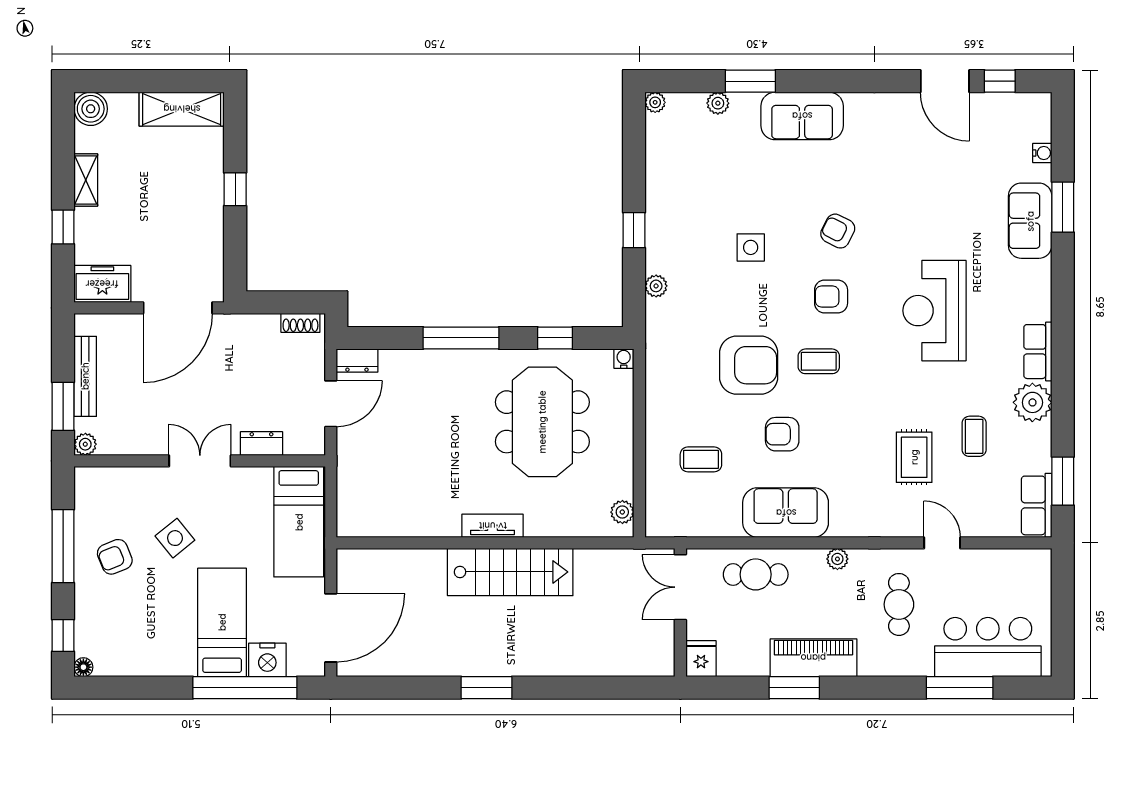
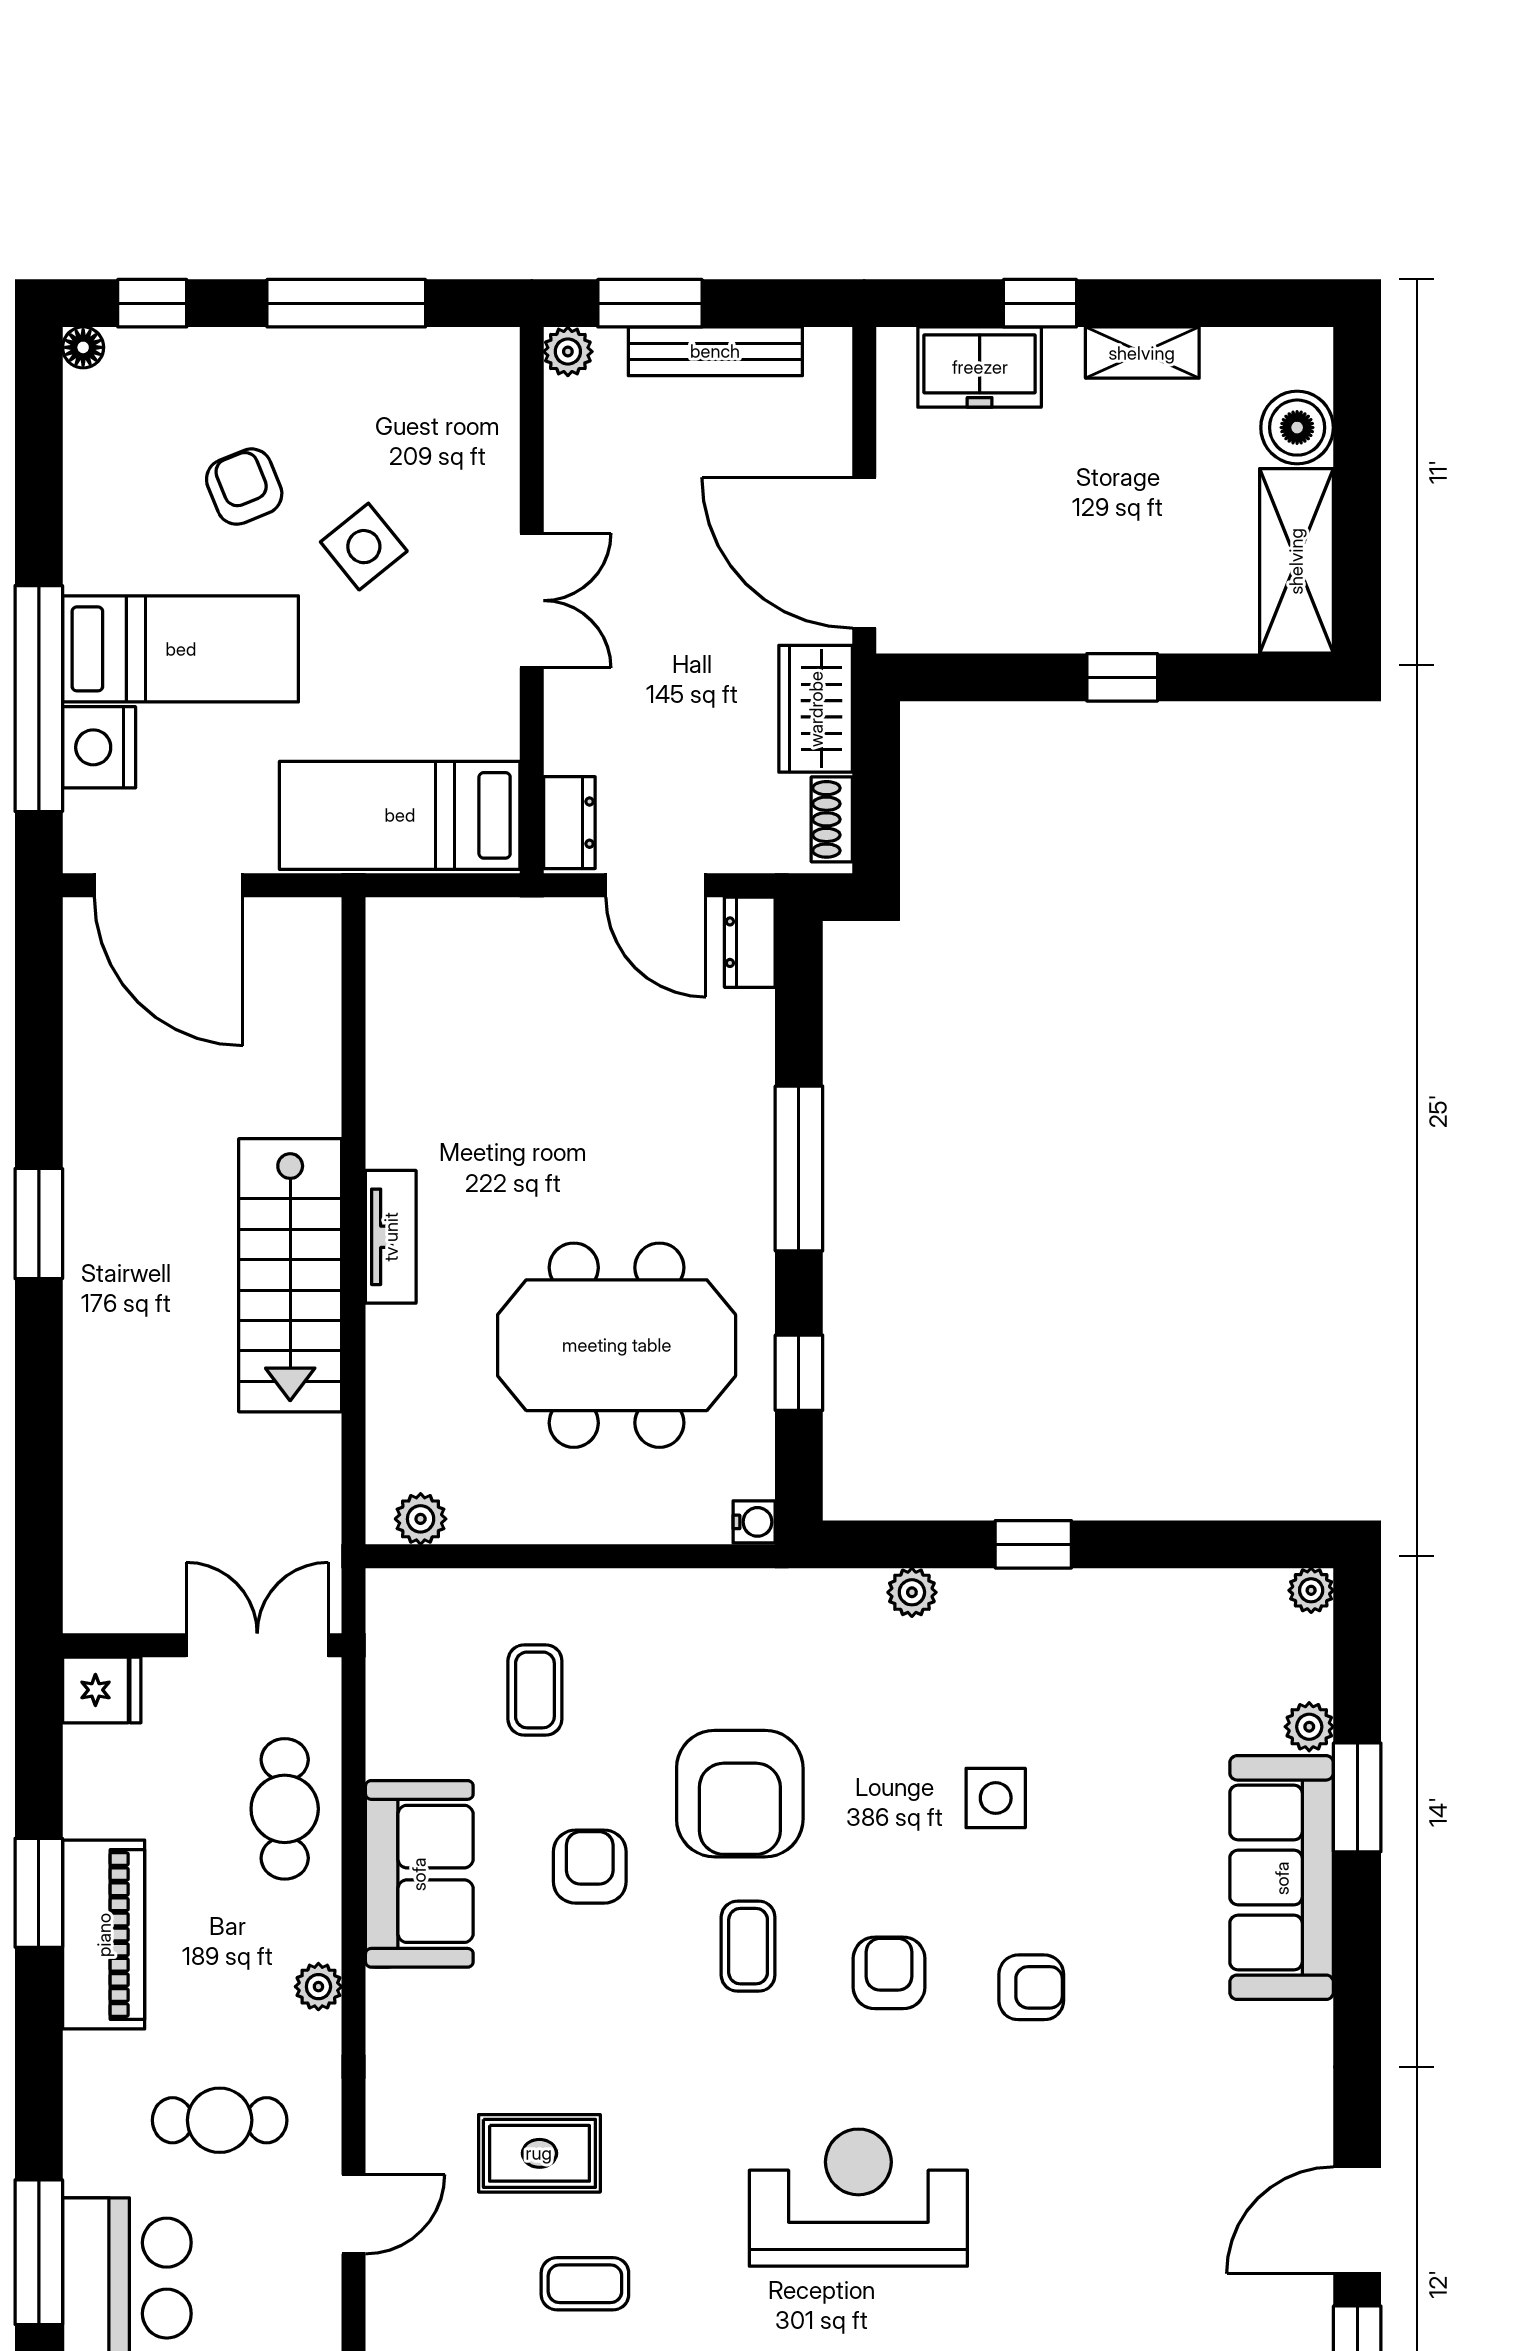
boiler: (91, 109) -> (1297, 428), moved
sofa: (802, 116) -> (1282, 1878), width x1.36
armchair: (838, 231) -> (1031, 1987), turned 63
freezer: (102, 284) -> (980, 367), moved, turned 90
wardrobe: (250, 330) -> (816, 709), added
dresser: (261, 444) -> (569, 823), moved
armchair: (115, 557) -> (244, 487), moved

